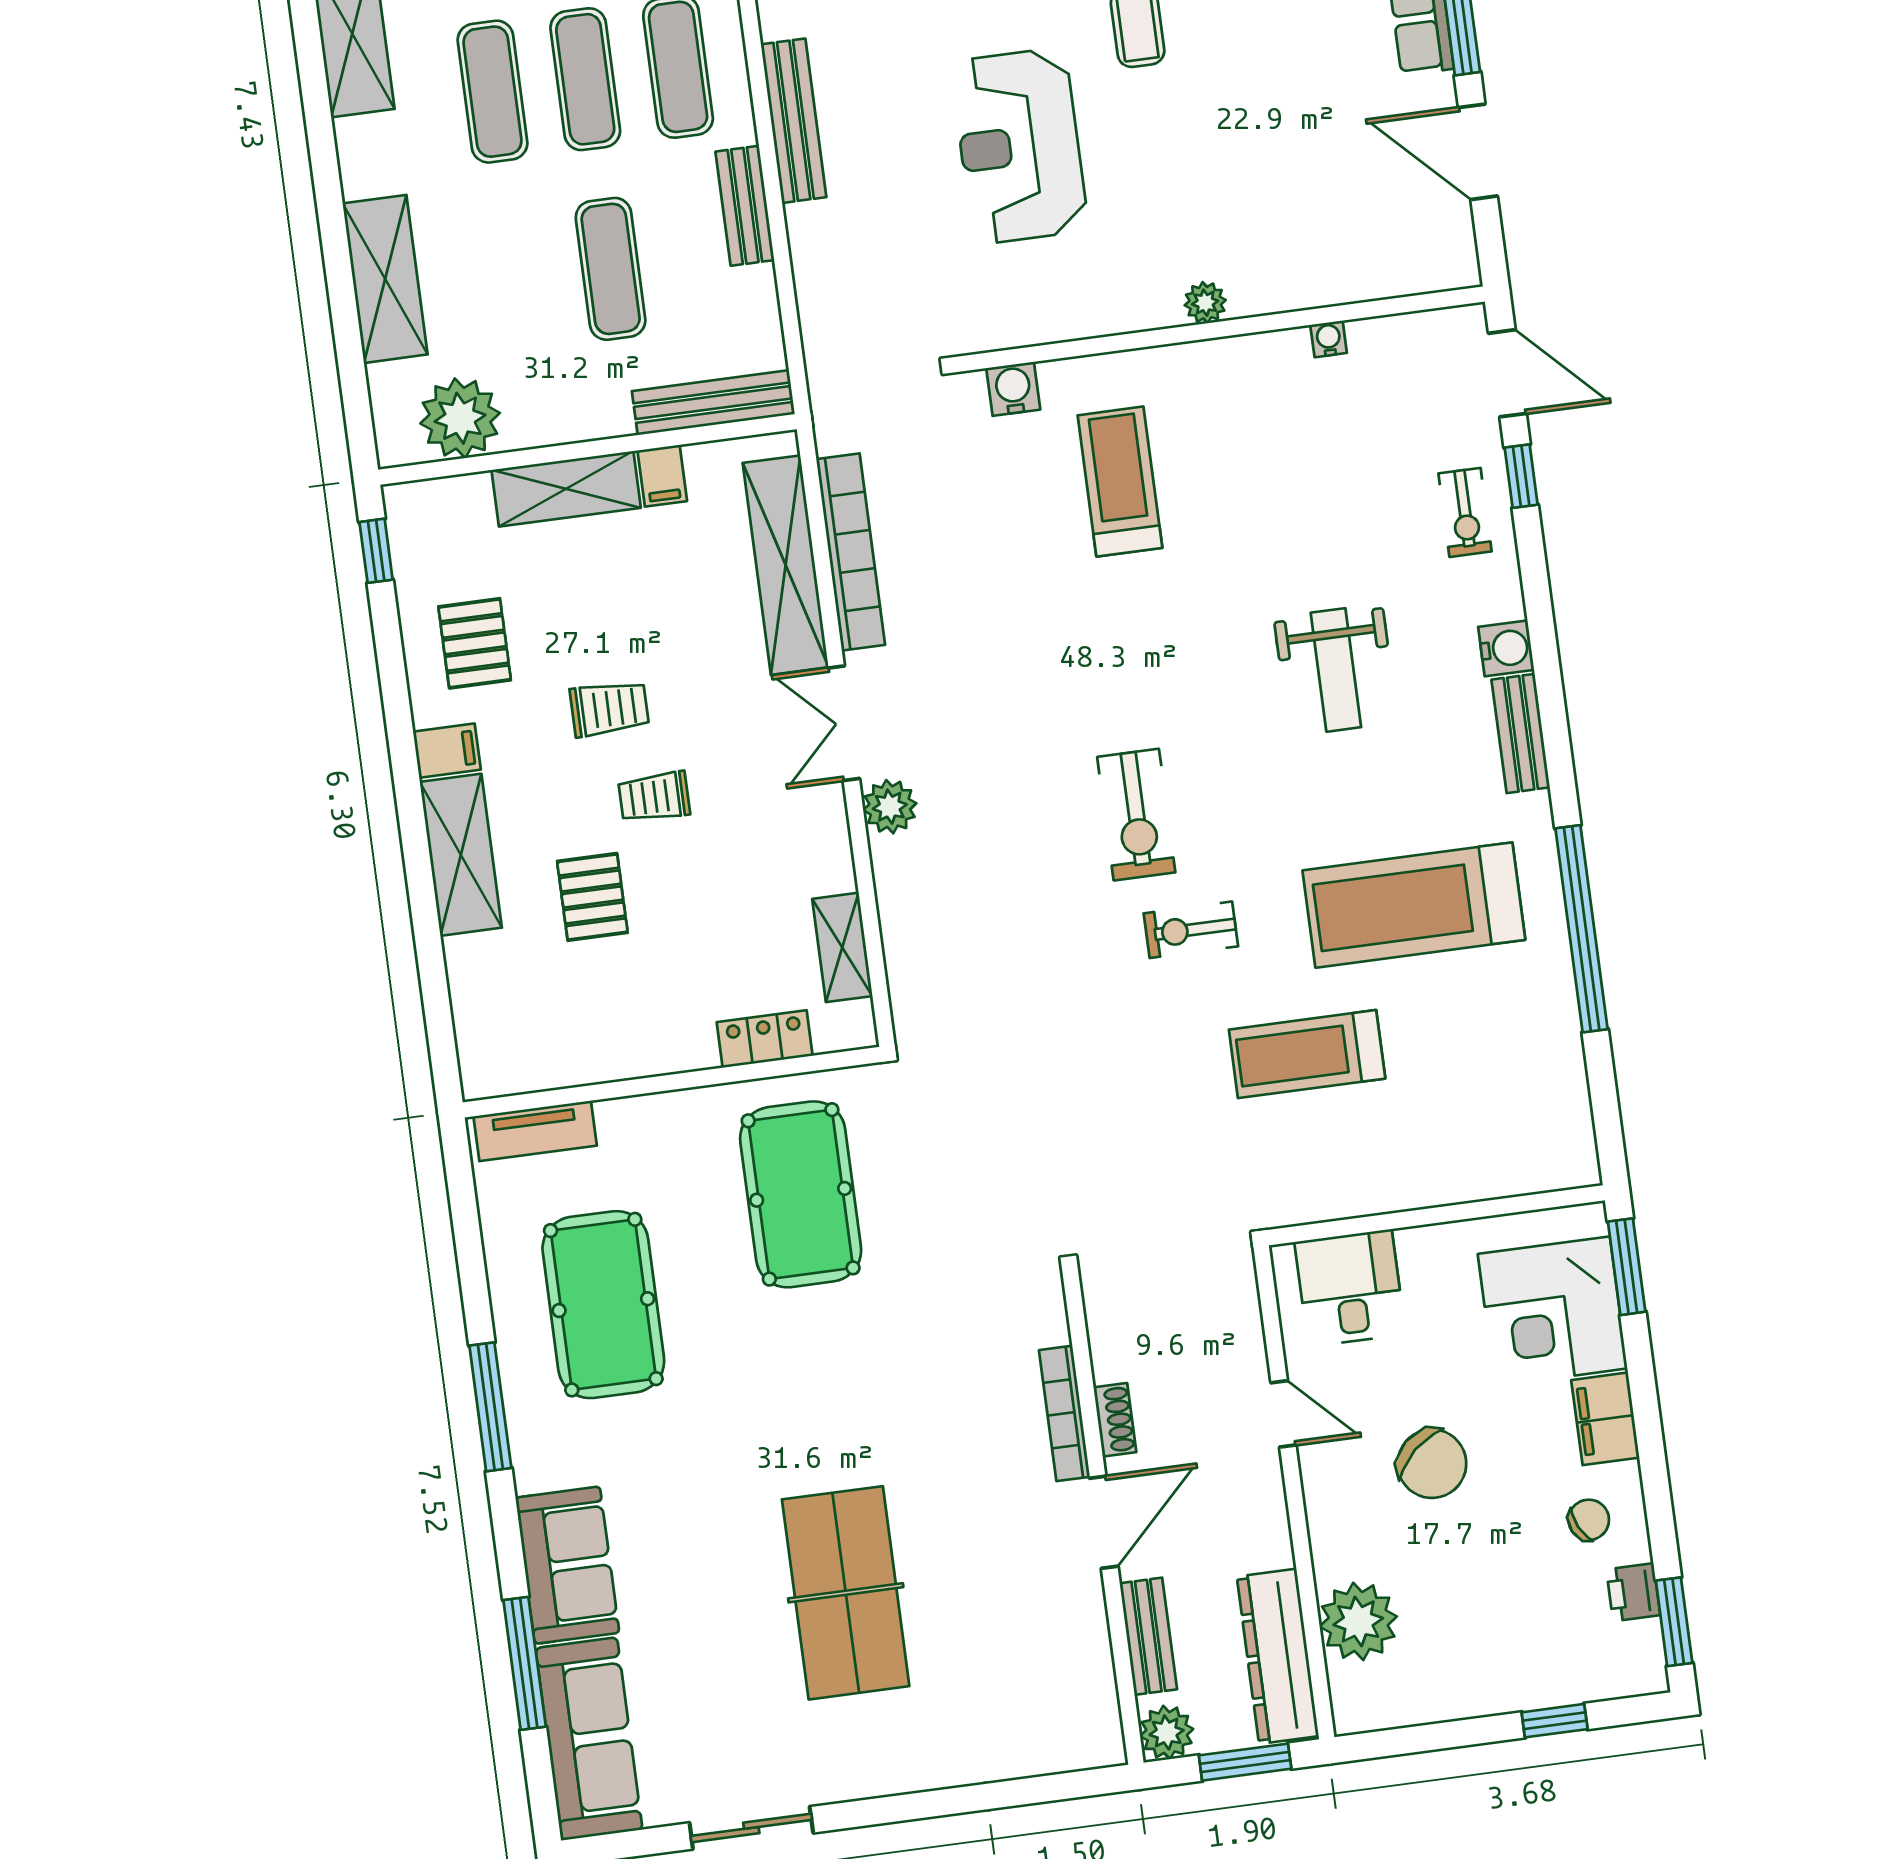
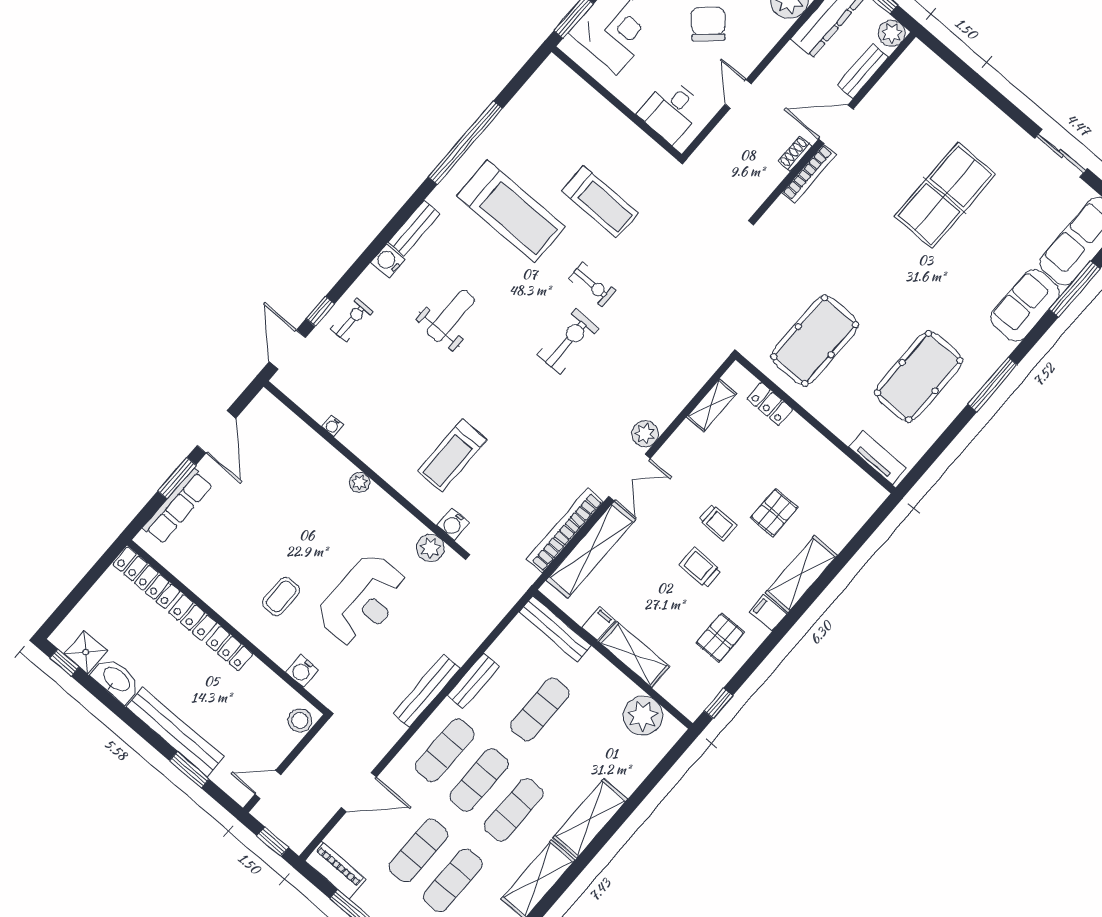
shelving: (385, 279) -> (590, 819), moved
plant: (1008, 321) -> (430, 548), added

